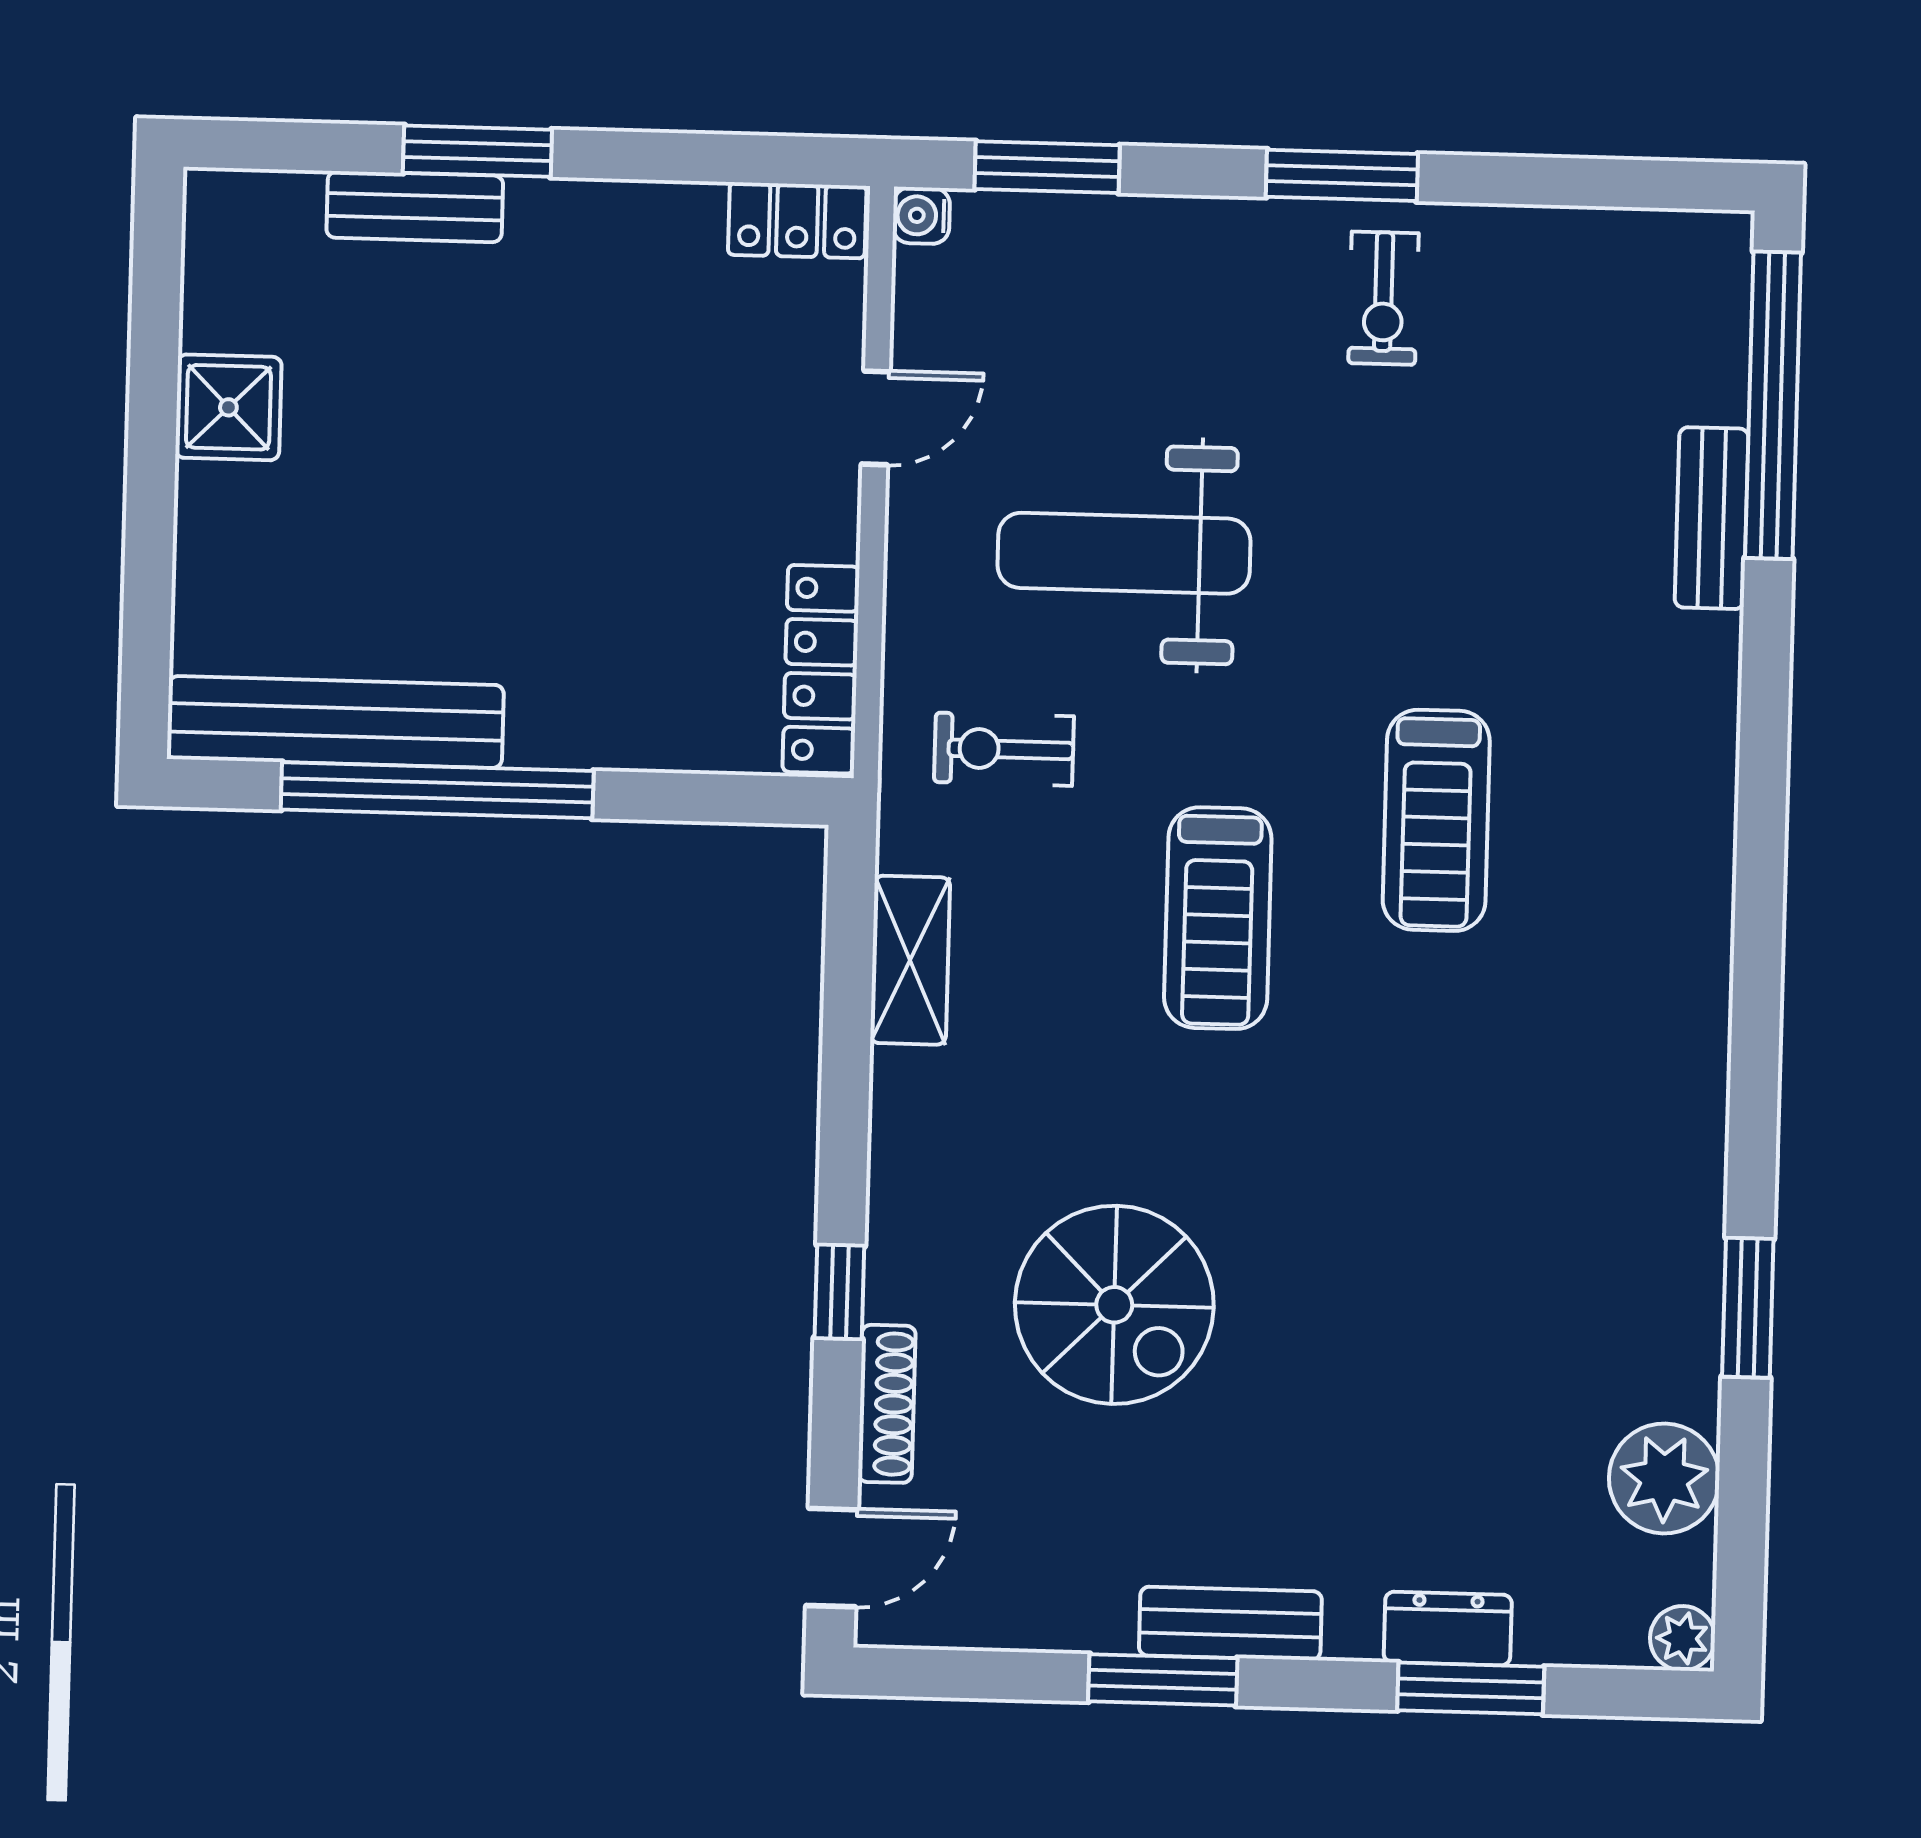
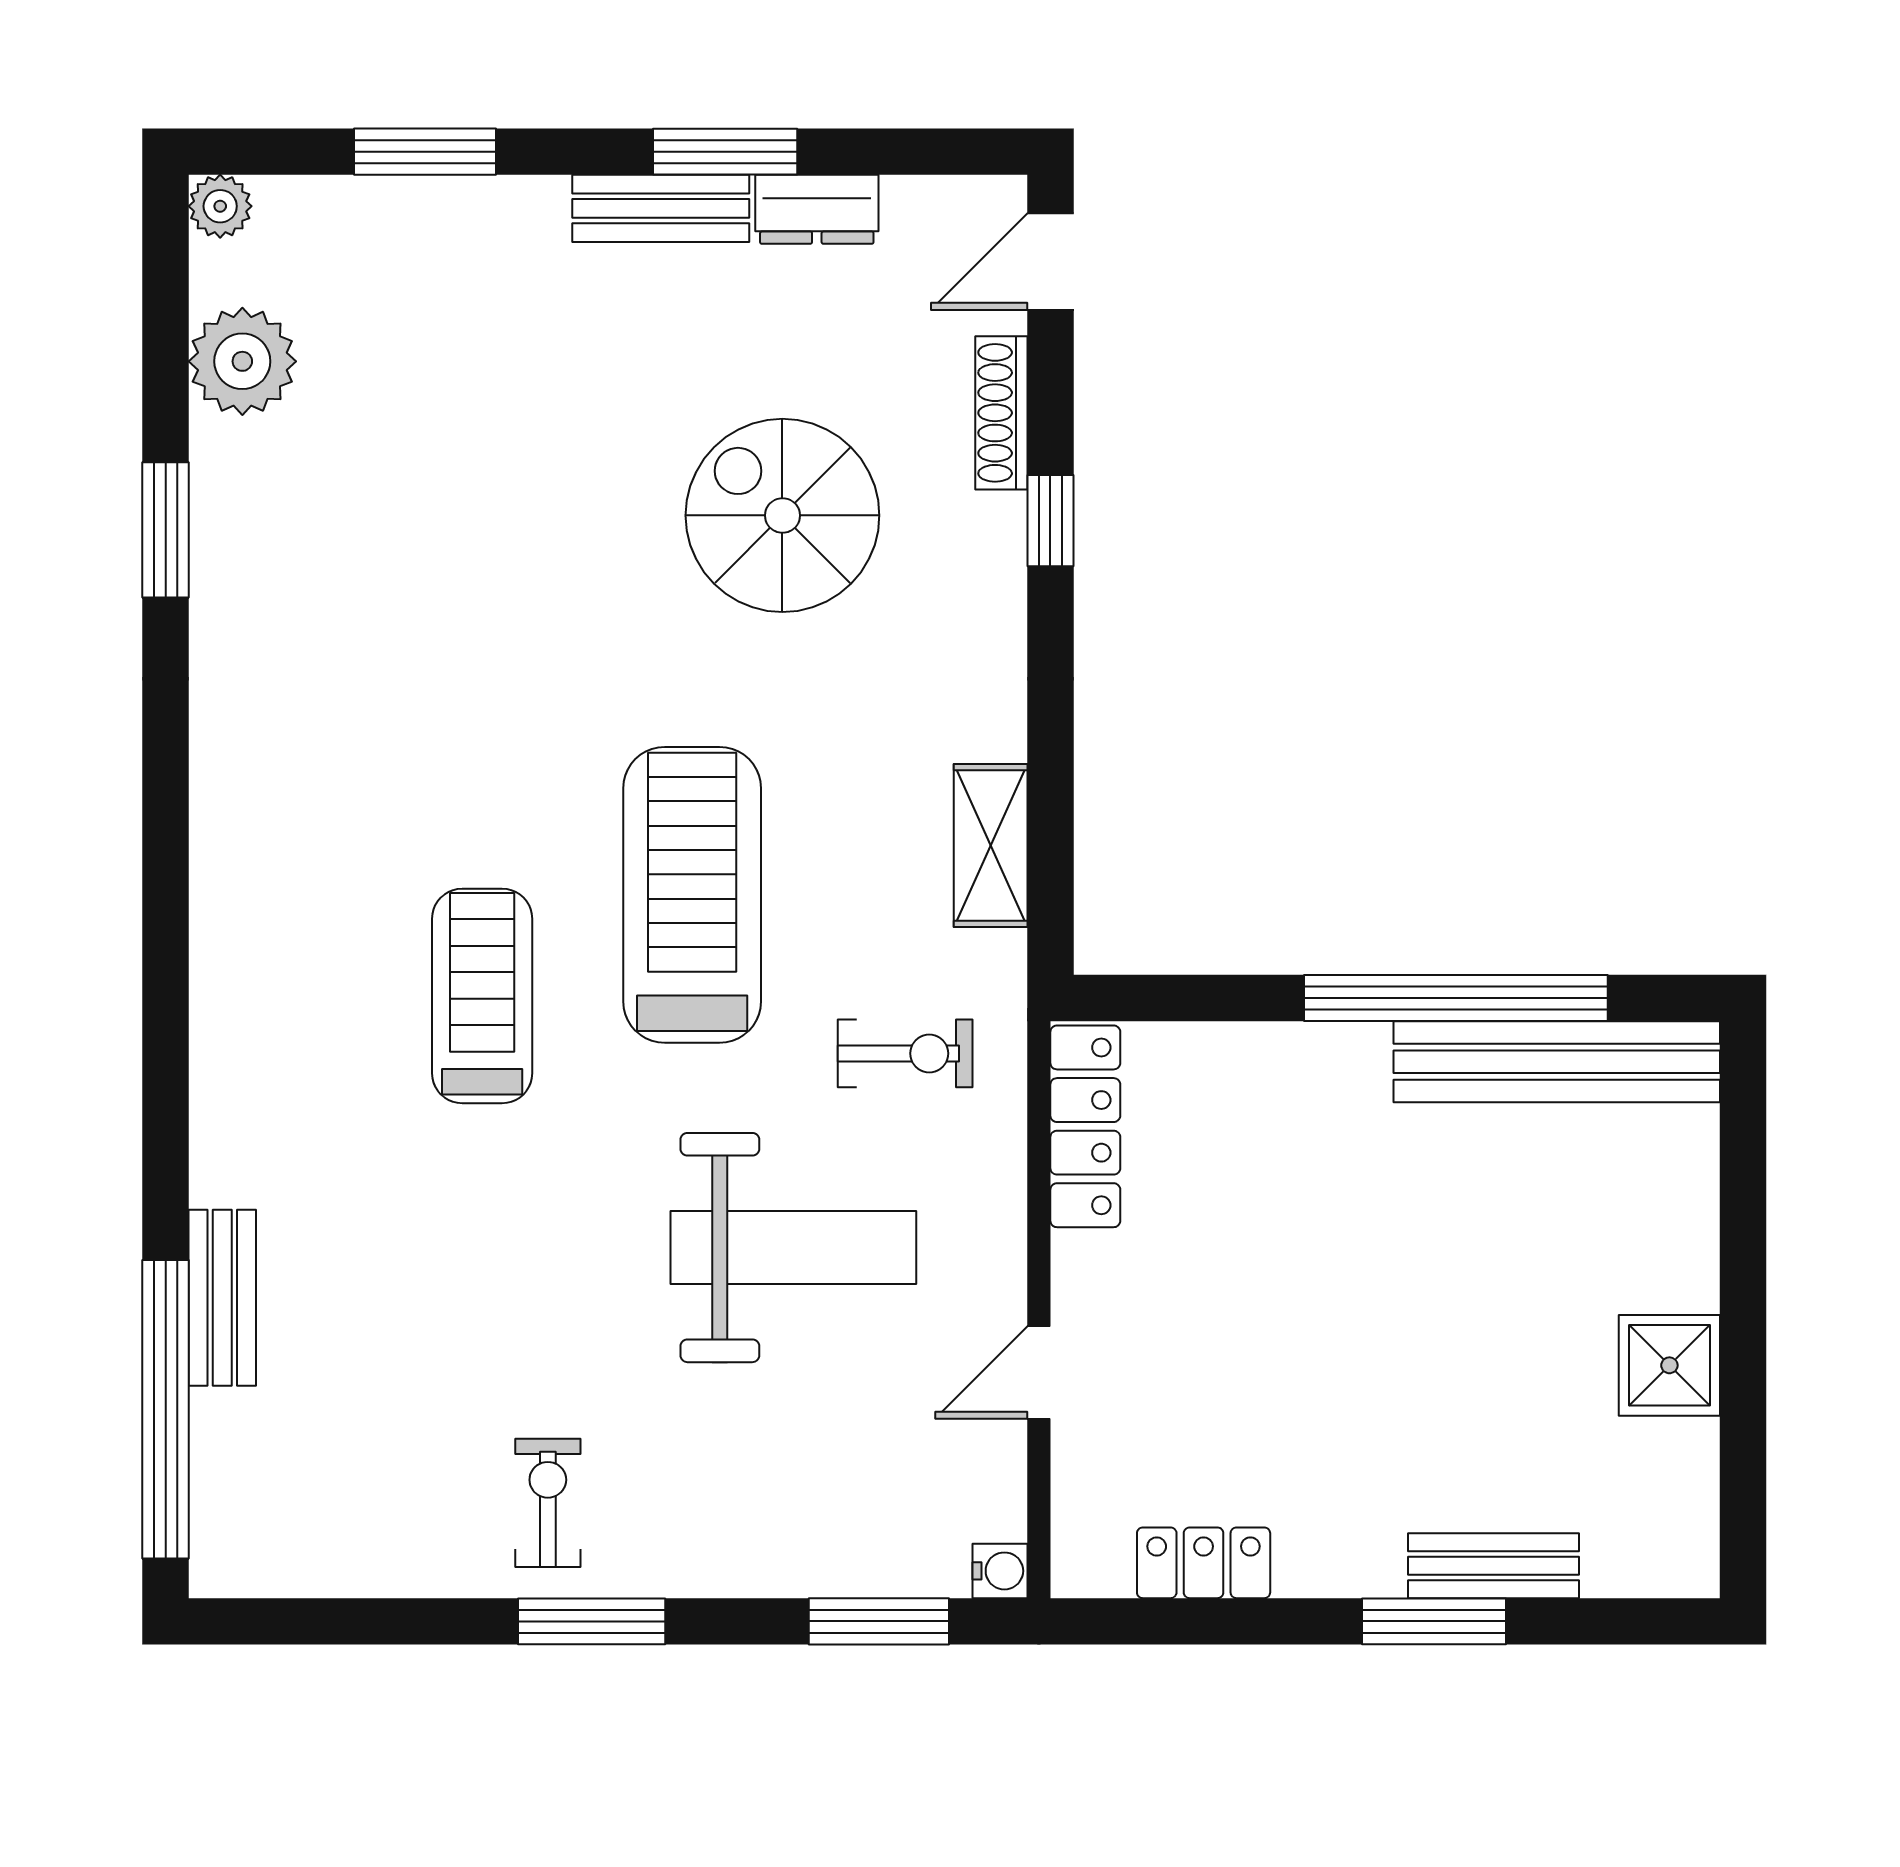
locker: (797, 220) -> (1204, 1563), moved
treadmill: (1218, 918) -> (692, 895), width x1.37, depth x1.38
dresser: (1448, 1629) -> (817, 209), moved

